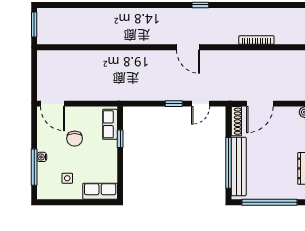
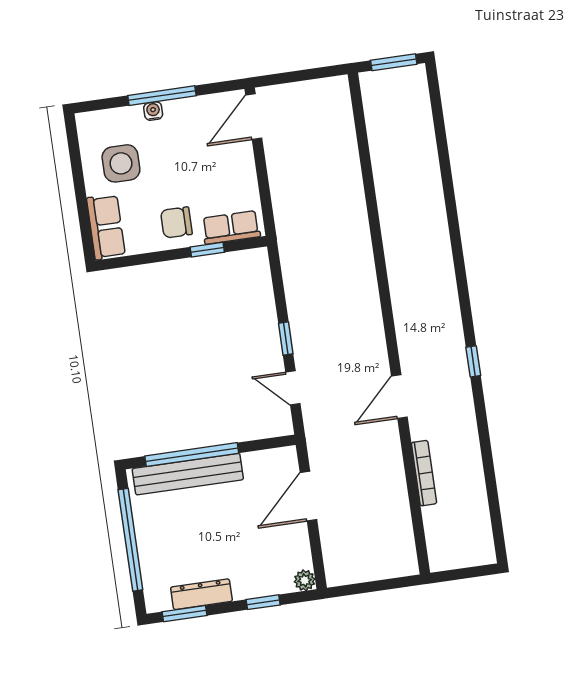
door: (188, 47) -> (399, 397), moved
door: (260, 104) -> (308, 496), hinge flipped
shoe rack: (236, 121) -> (270, 458), removed
chair: (75, 139) -> (176, 222), moved
window: (34, 167) -> (162, 96), moved
side table: (67, 178) -> (121, 163), width x1.87, depth x1.87

